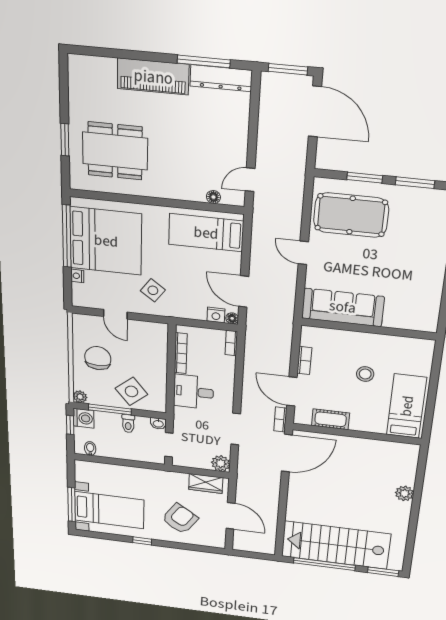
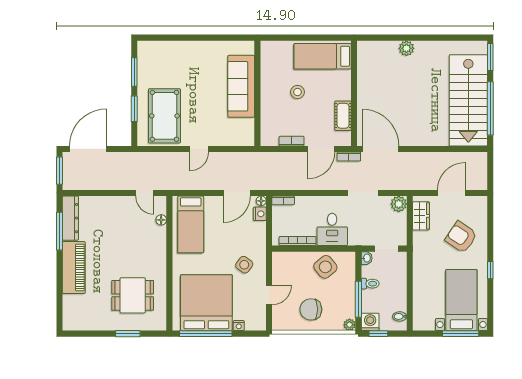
dining table: (115, 151) -> (133, 295), width x0.73
sofa: (343, 307) -> (241, 86), moved
side table: (131, 391) -> (325, 267), moved

